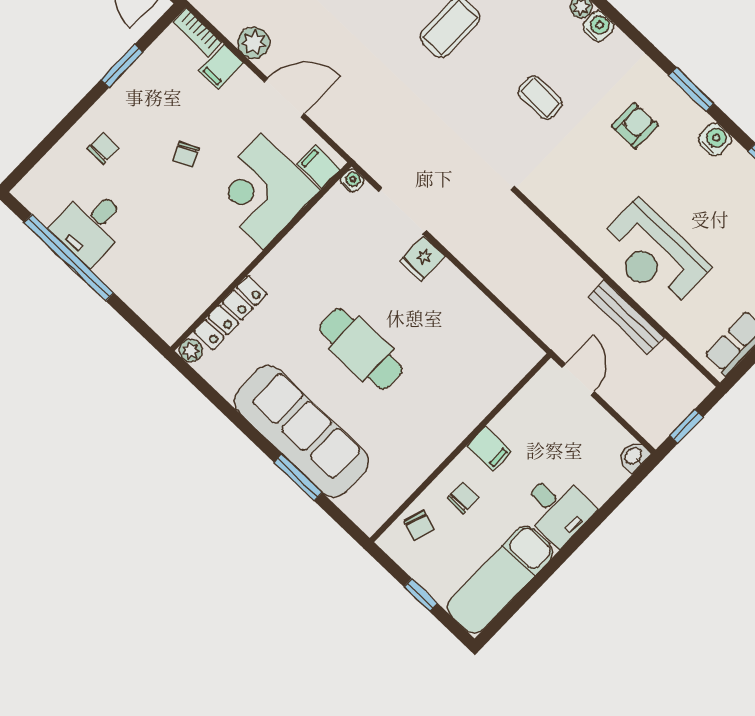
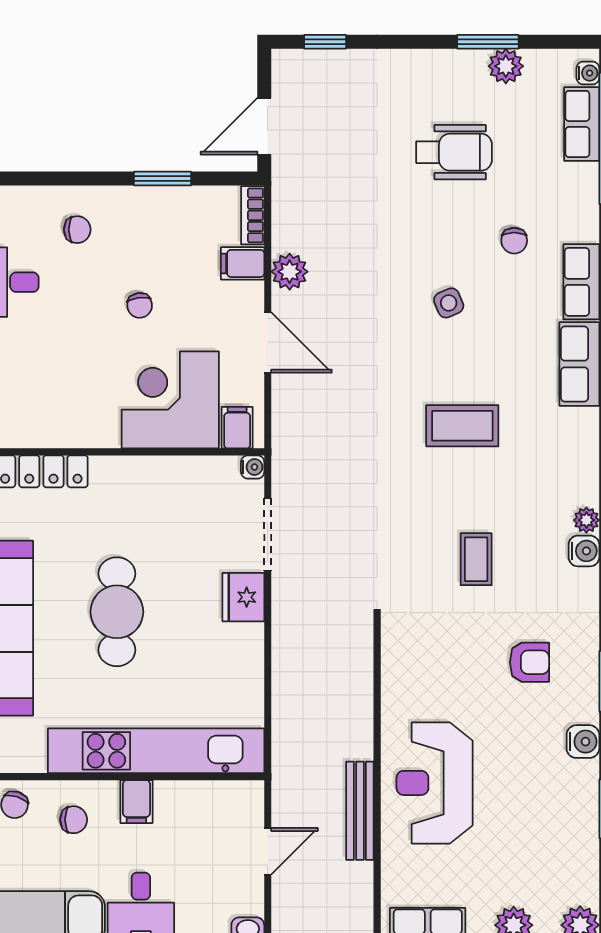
chair: (186, 155) -> (140, 305), turned -72
fridge: (422, 259) -> (243, 597), width x1.38
door: (578, 380) -> (268, 851), moved
kitchen unit: (469, 407) -> (156, 751), added

